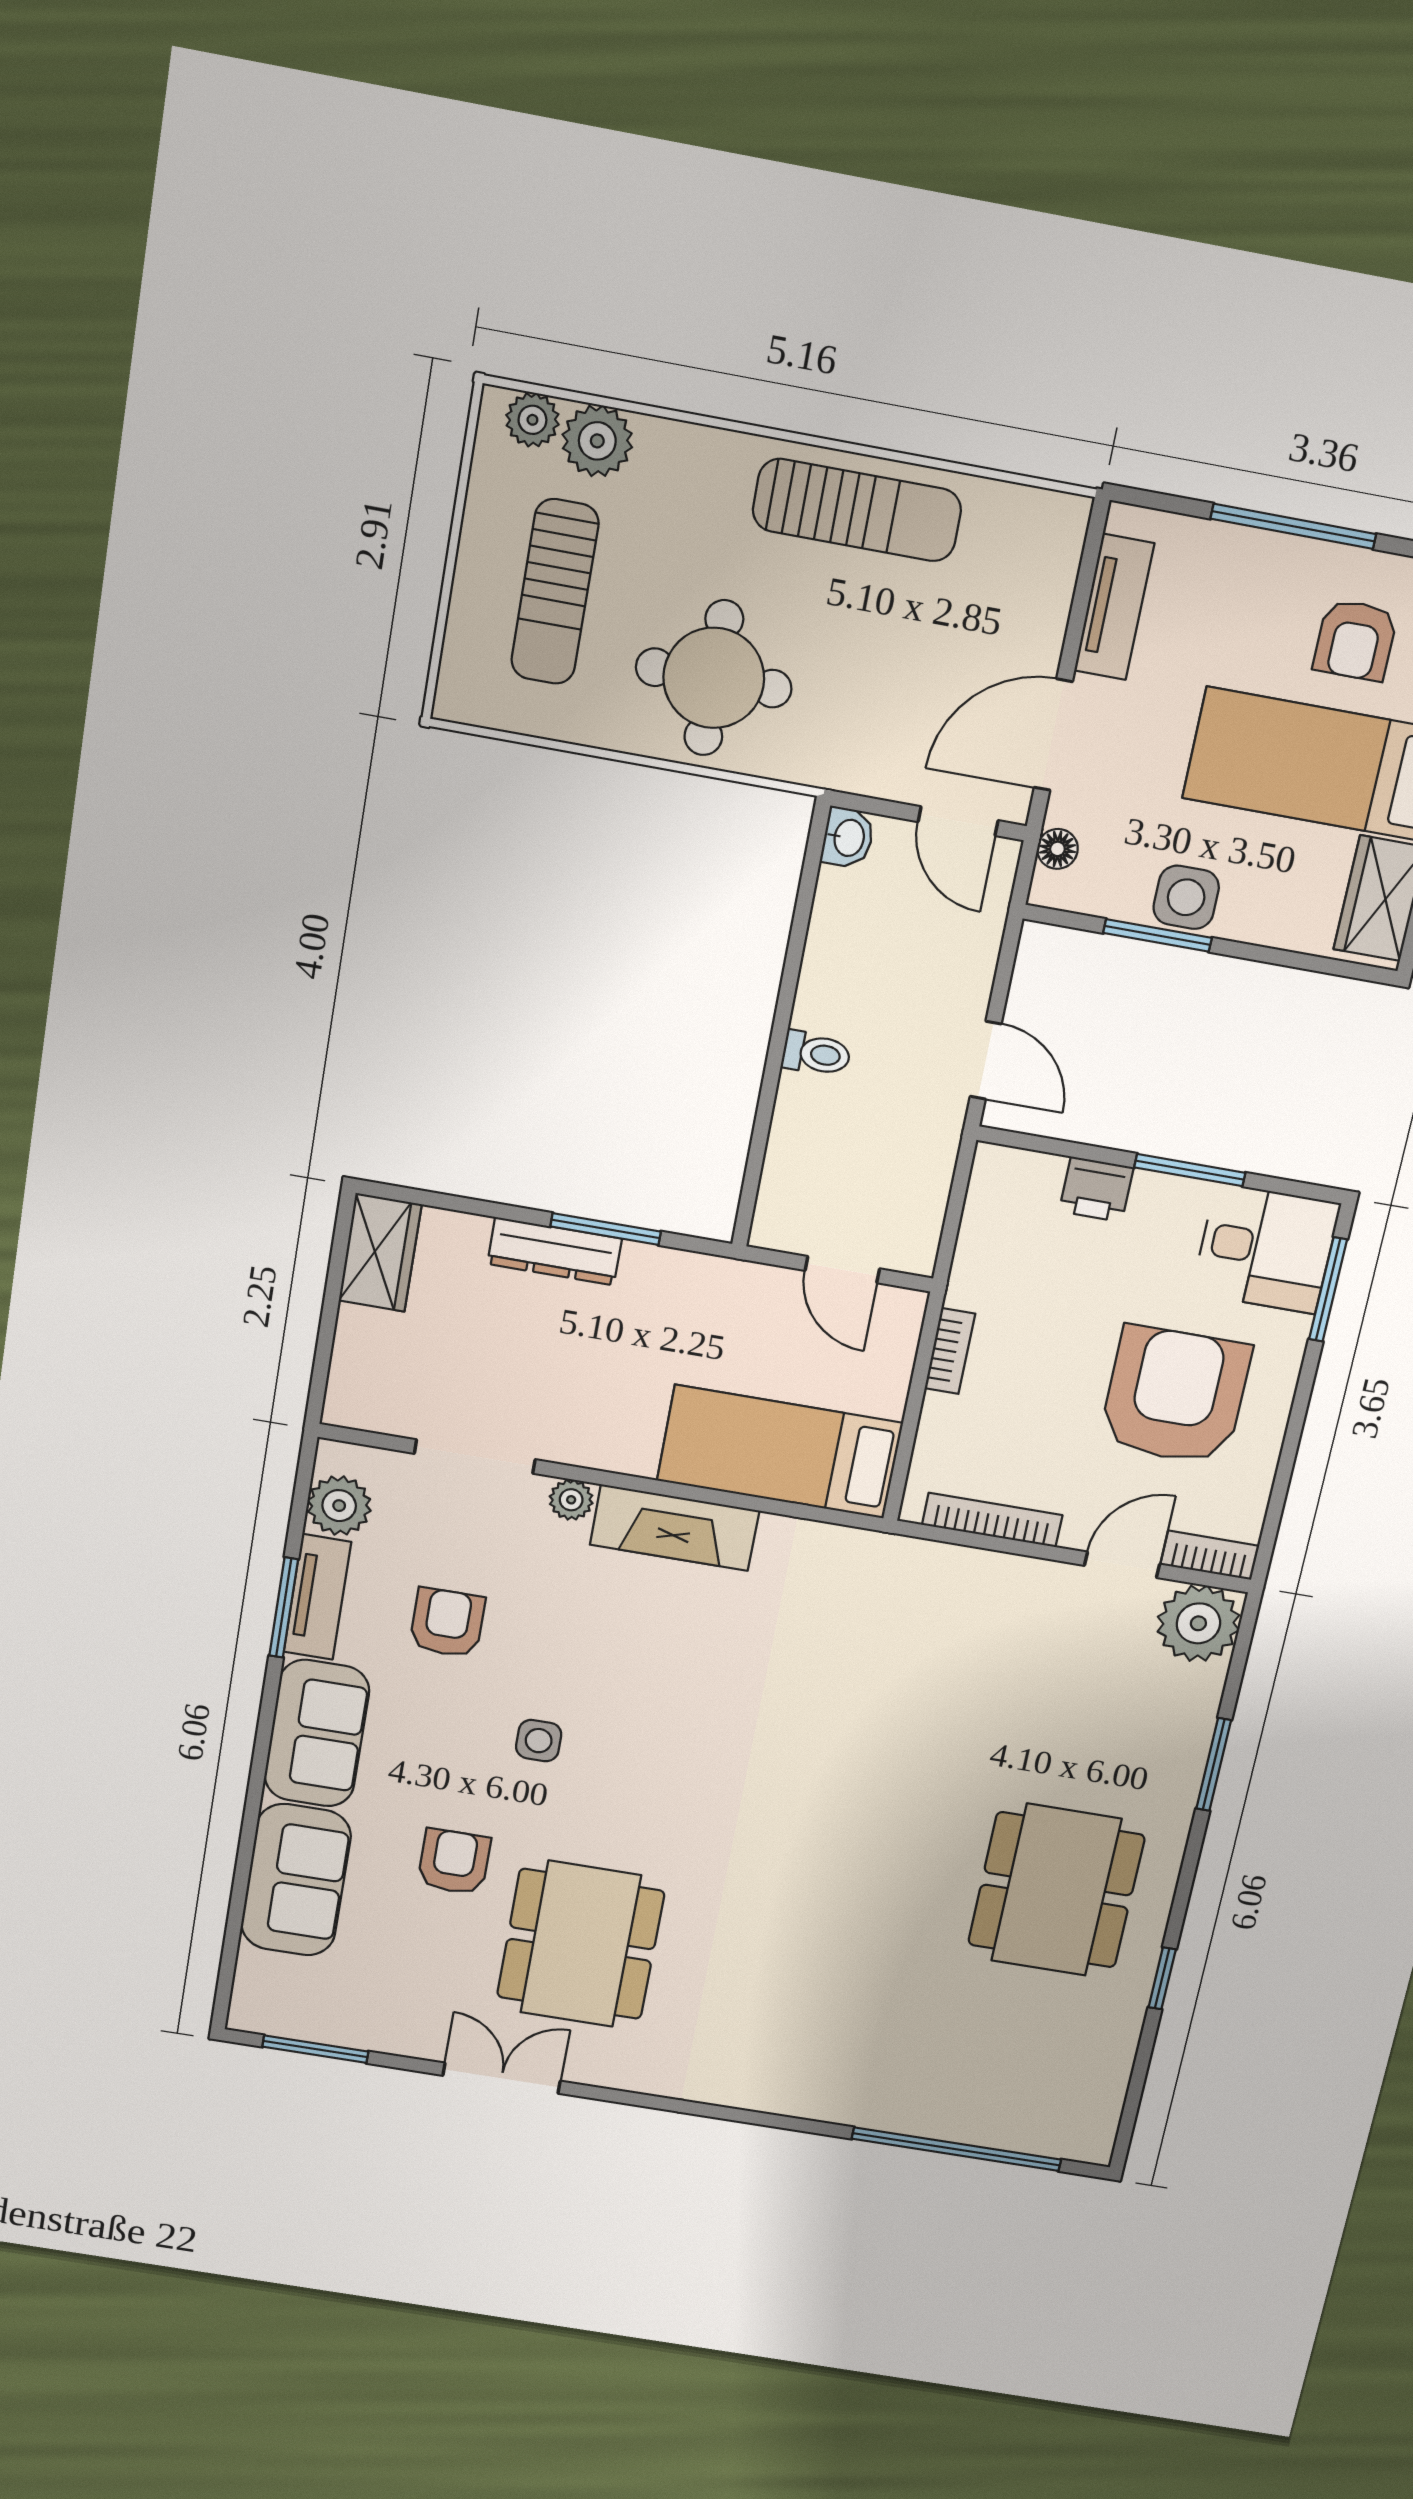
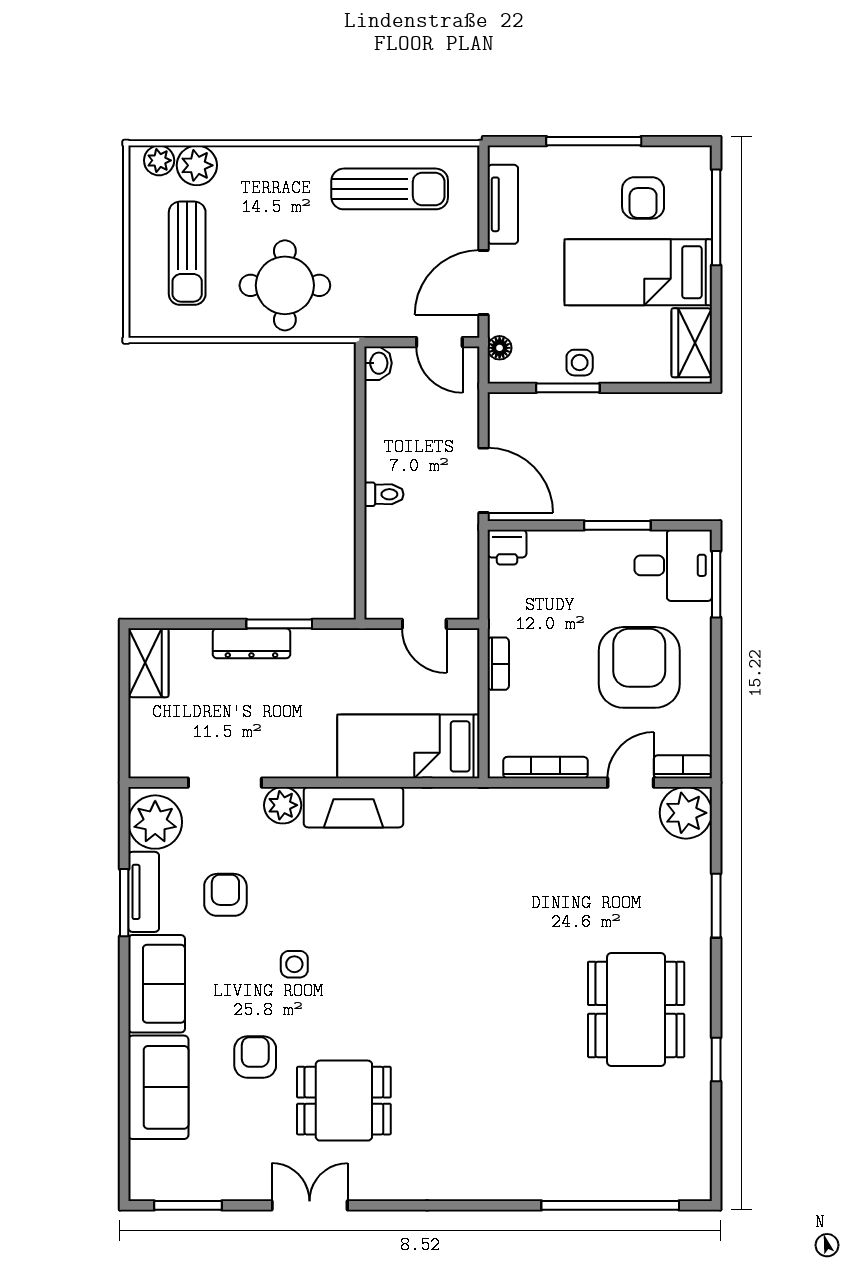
sun lounger: (857, 510) -> (390, 189), moved
side table: (1186, 897) -> (580, 363), width x0.73, depth x0.73
door: (986, 1060) -> (483, 480), width x1.38
printer: (1096, 1189) -> (507, 547), moved
plant: (571, 1500) -> (283, 805), width x1.38, depth x1.38
plant: (339, 1506) -> (155, 822), width x1.36, depth x1.36
dining table: (581, 1944) -> (344, 1101), width x0.73

